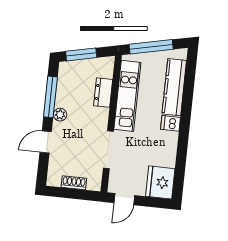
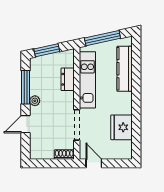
dishwasher: (171, 123) -> (125, 98), removed
fridge: (160, 182) -> (122, 127), moved
shoe rack: (74, 183) -> (64, 155), moved
door: (124, 199) -> (94, 163), swing flipped

